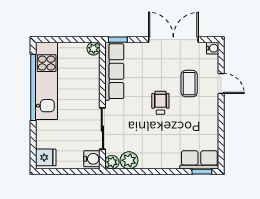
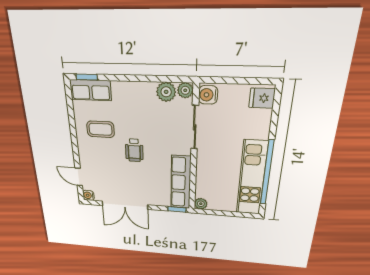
door: (221, 83) -> (79, 177), moved
coffee table: (189, 84) -> (101, 129), moved, turned 90

